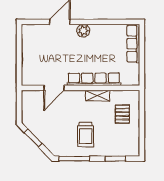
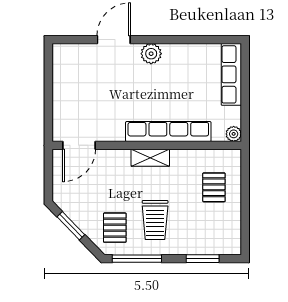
plant: (135, 81) -> (234, 134), added
door: (54, 88) -> (79, 145), moved
shelving: (98, 96) -> (150, 158), moved
pallet: (61, 139) -> (115, 228), added

